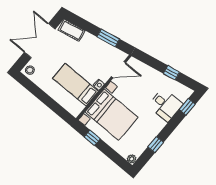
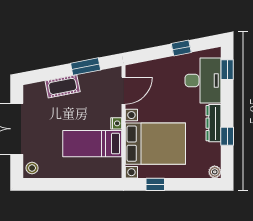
cot: (72, 30) -> (63, 86), moved
desk: (165, 105) -> (203, 80), width x1.37
dresser: (154, 131) -> (214, 123), added

